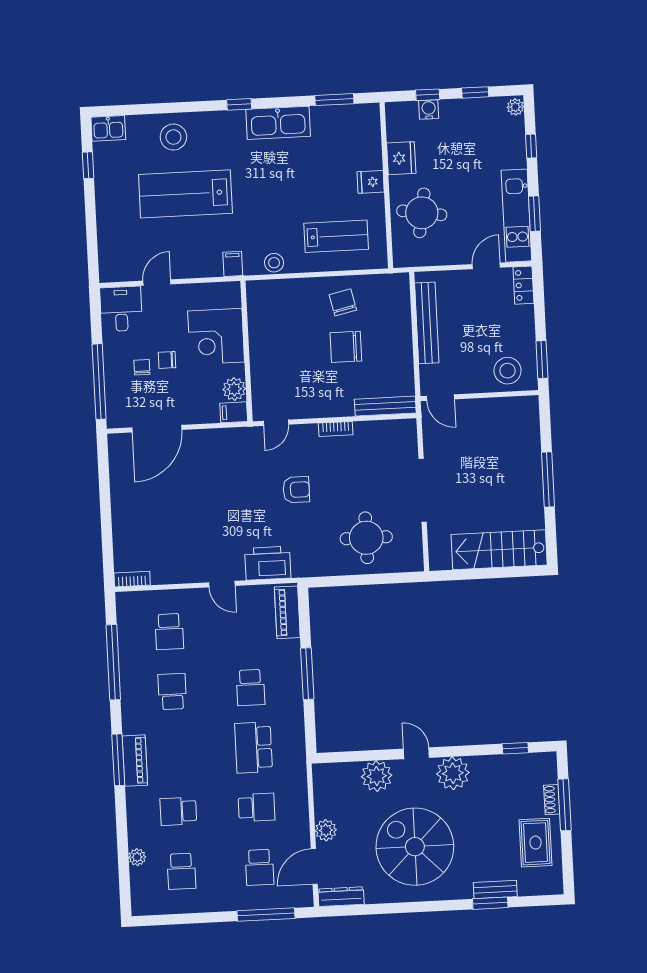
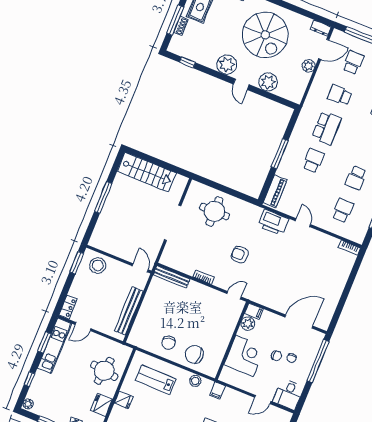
chair: (346, 347) -> (194, 354), moved, turned 180
dresser: (341, 897) -> (321, 28), width x0.70

